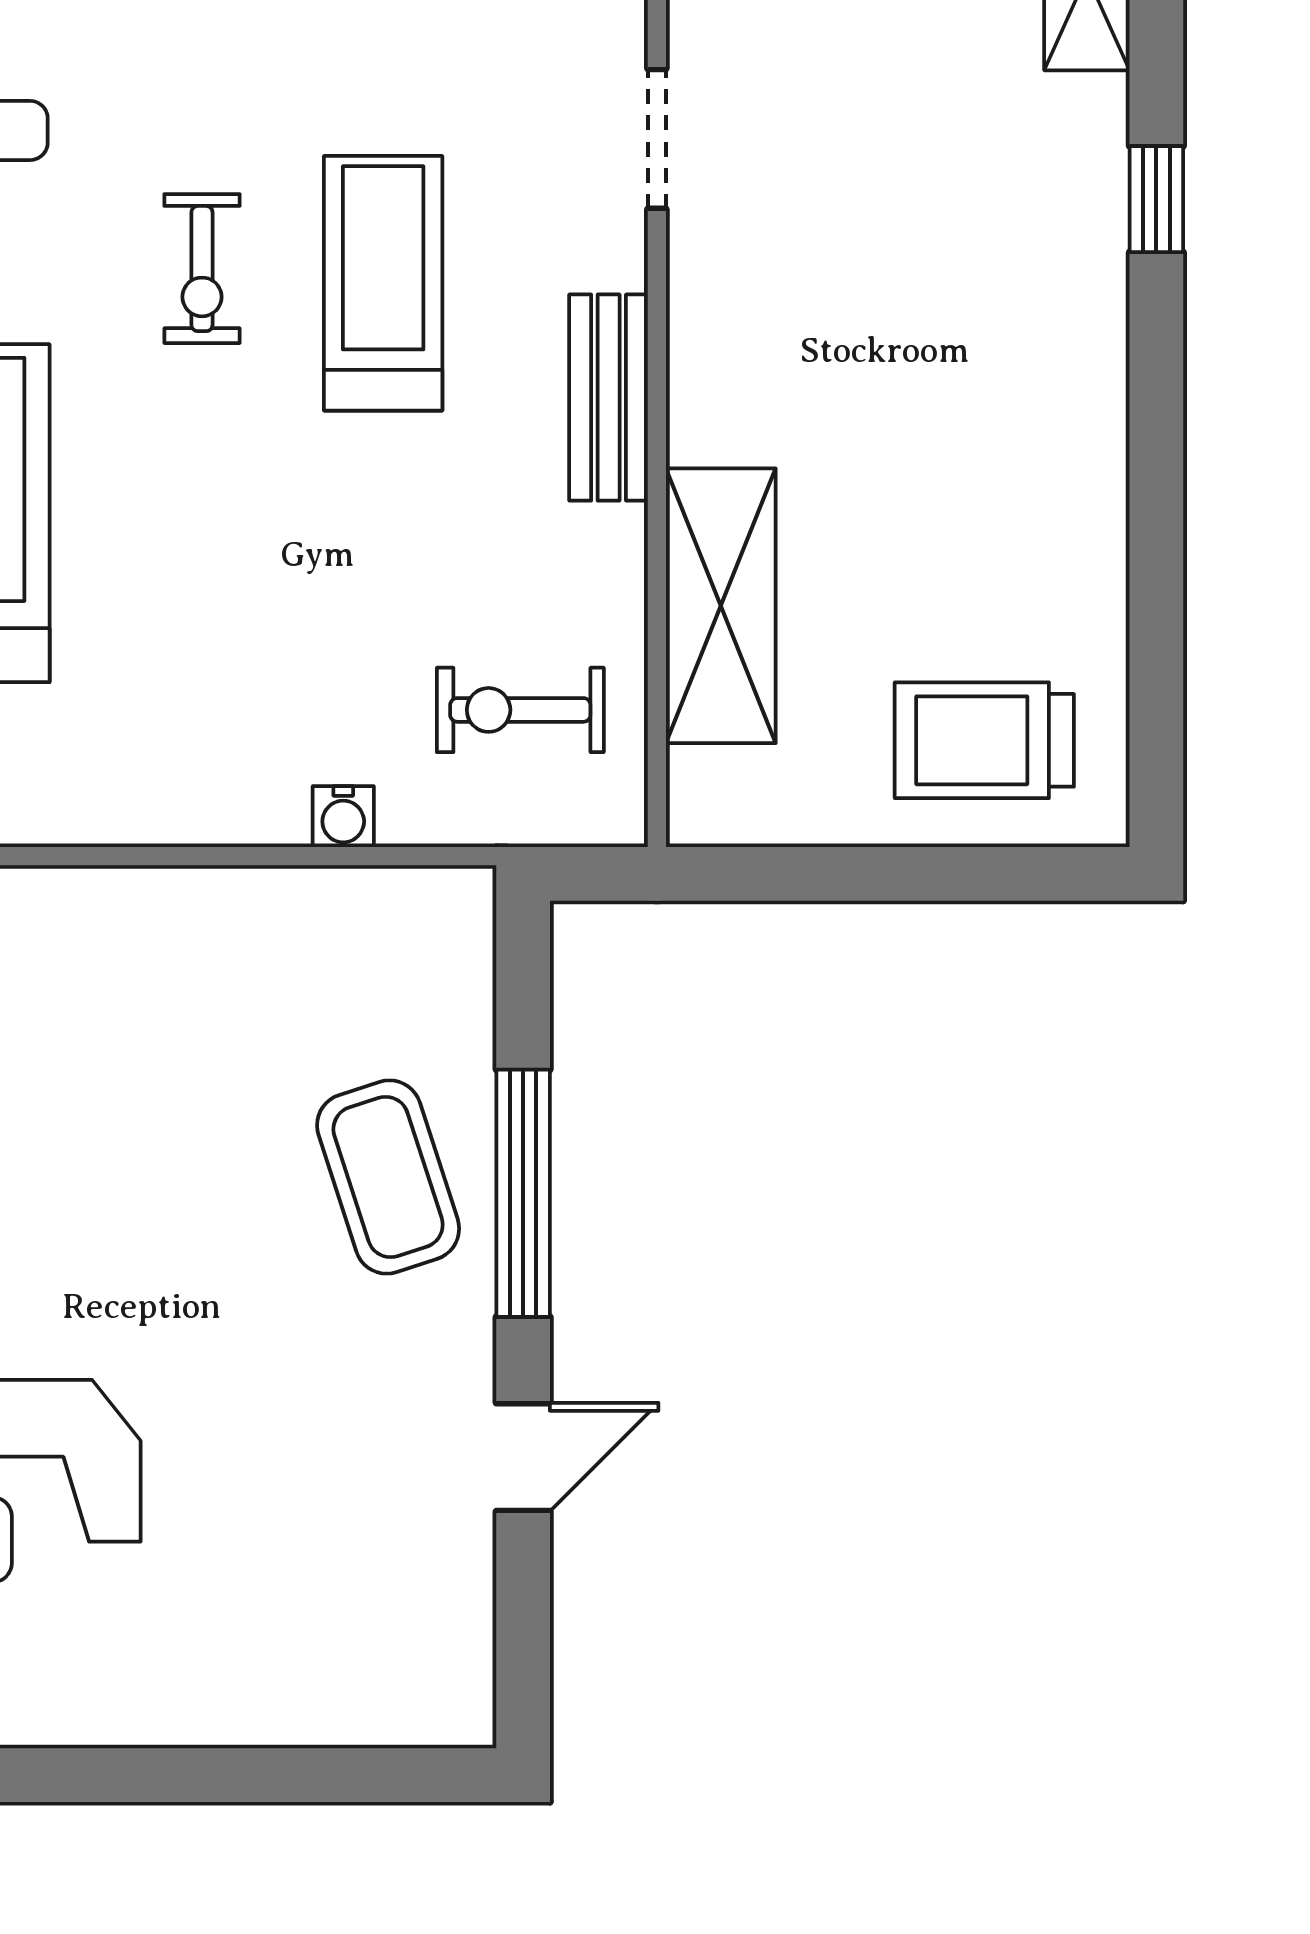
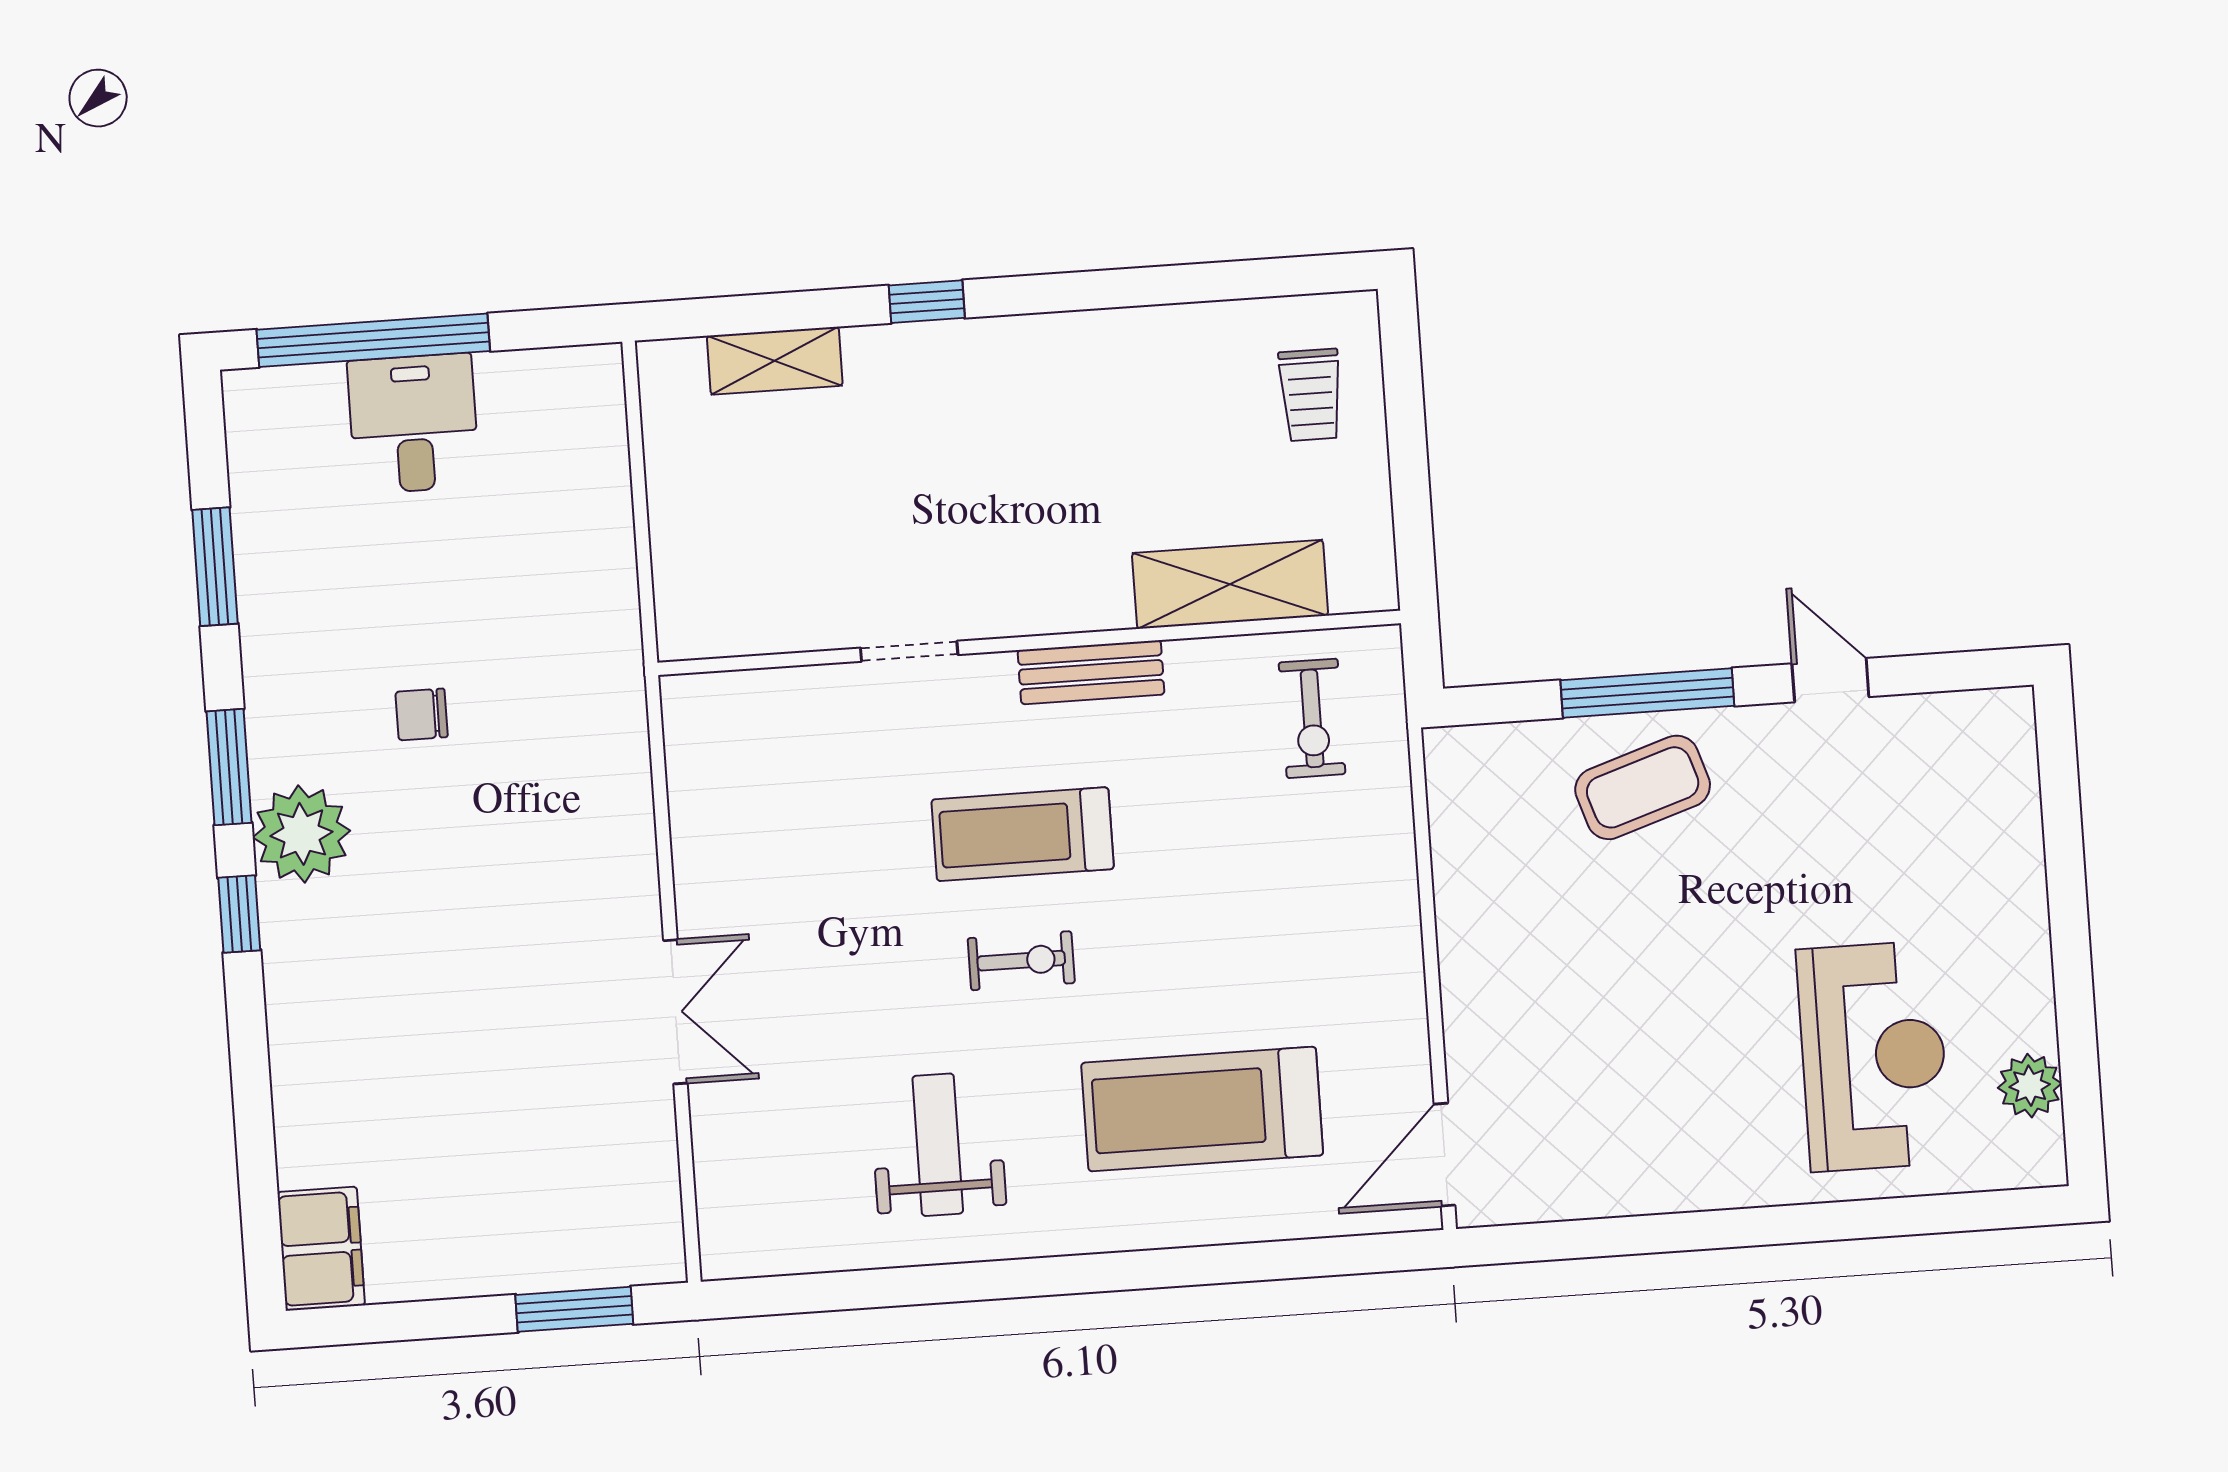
trolley: (984, 740) -> (1311, 395), width x0.73, depth x0.72
water cooler: (343, 817) -> (1395, 836), removed

